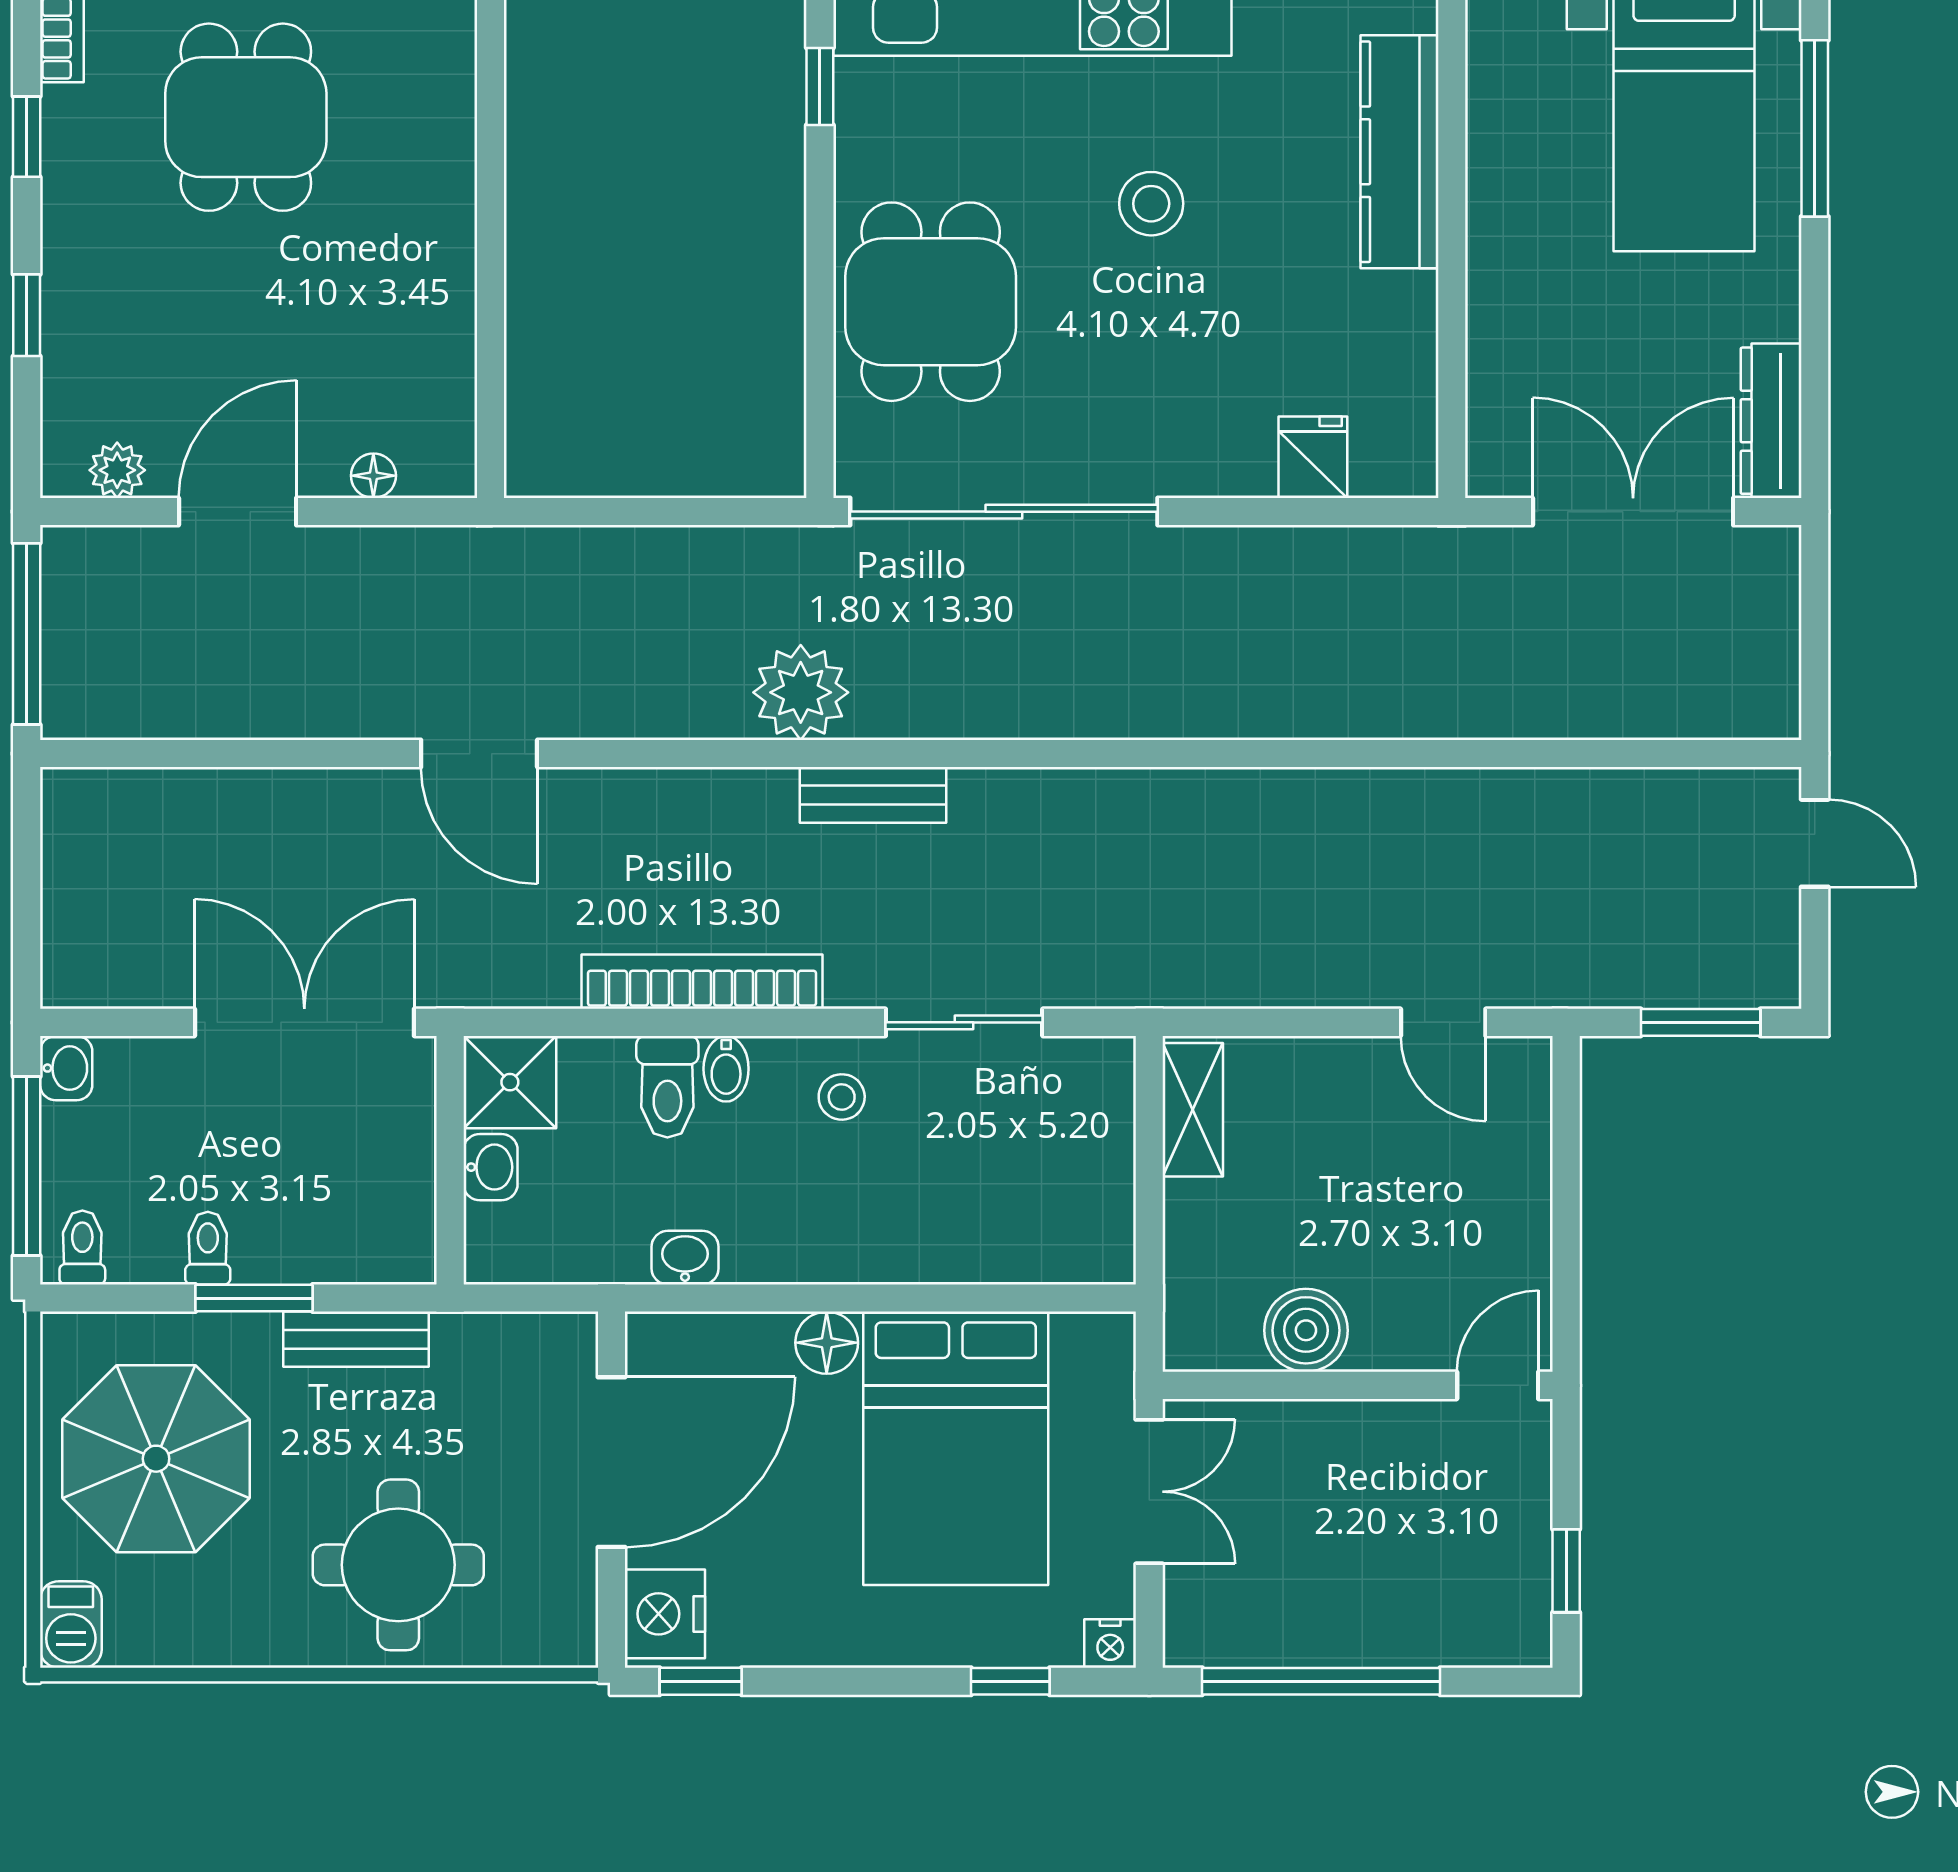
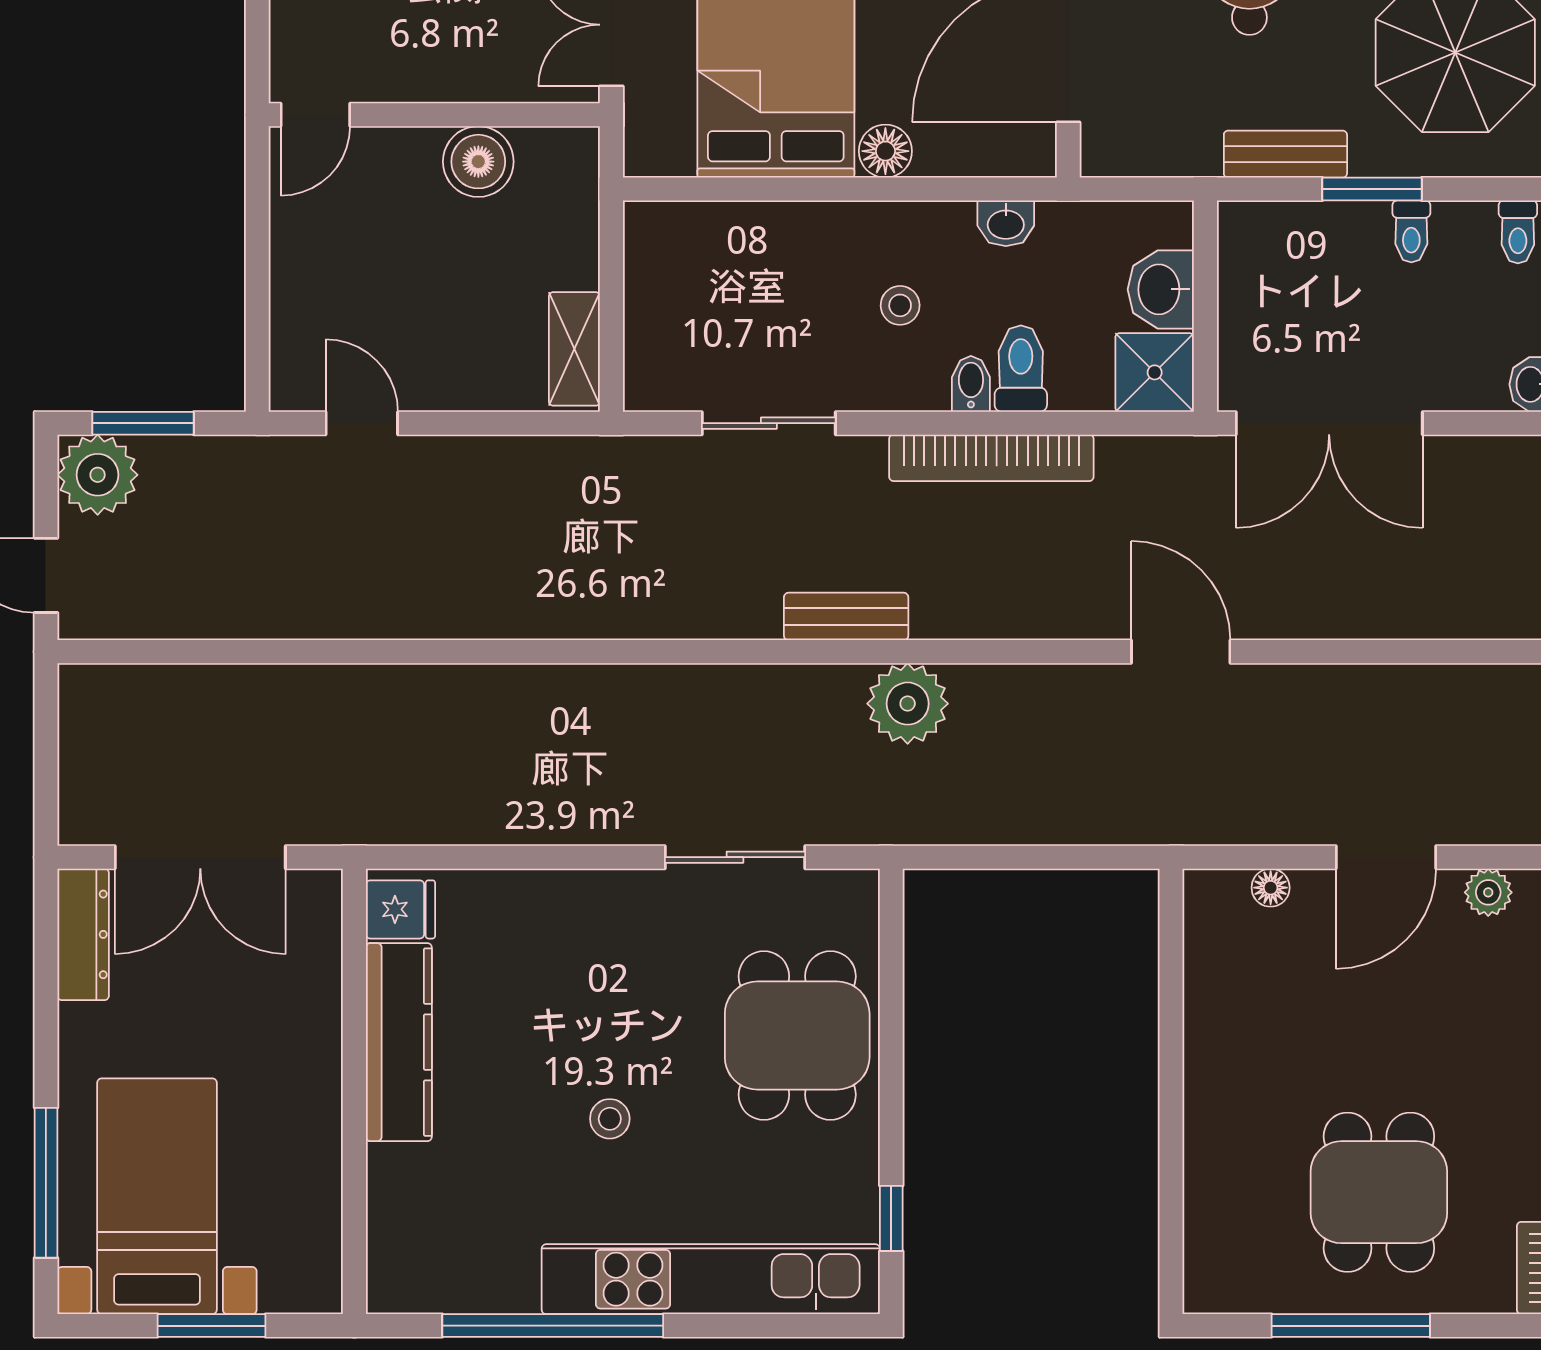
kitchen counter: (1400, 152) -> (399, 1042), moved
stool: (1151, 204) -> (610, 1119), width x0.73, depth x0.73
fridge: (1313, 457) -> (401, 909), moved, turned -90
sliding door: (1004, 512) -> (735, 857), width x0.54
plant: (1754, 962) -> (98, 475), added
stool: (842, 1097) -> (900, 305), moved
washbasin: (491, 1167) -> (1161, 289), width x1.38, depth x1.45

